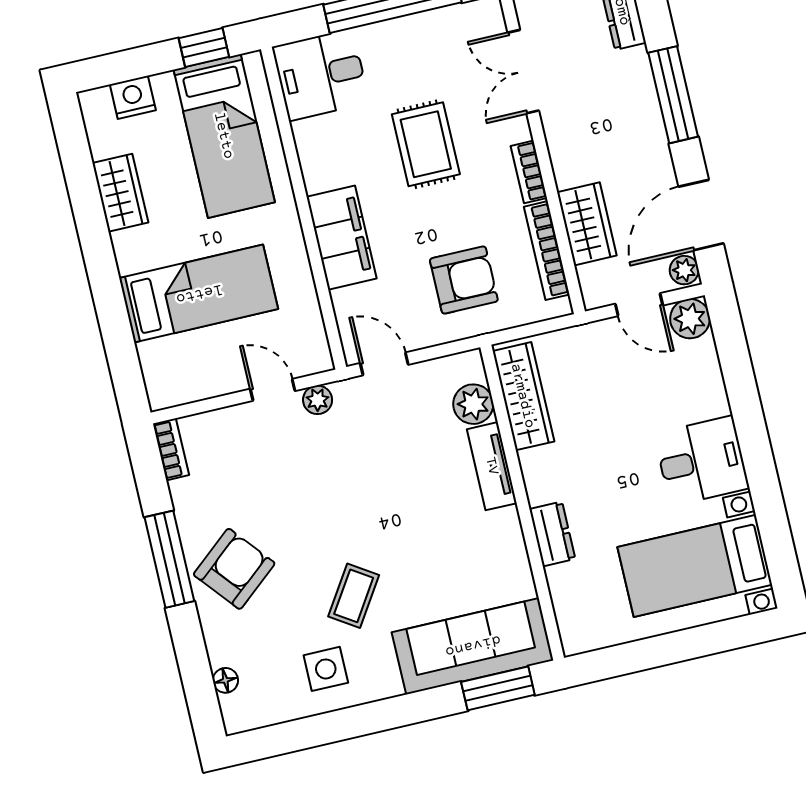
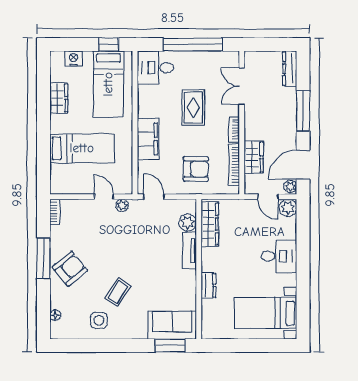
desk: (702, 461) -> (279, 256), moved
sofa: (473, 646) -> (172, 325), width x0.73

